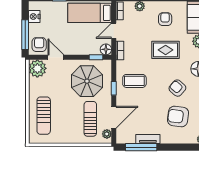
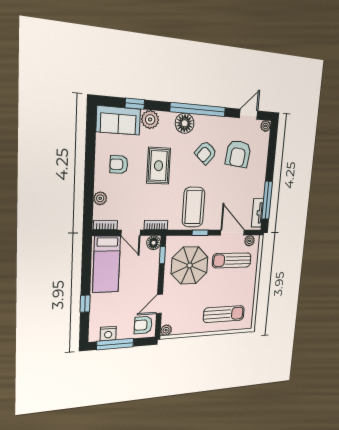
window: (25, 35) -> (115, 344), moved
plant: (37, 68) -> (166, 330), width x0.53, depth x0.53
coffee table: (134, 81) -> (193, 207), width x1.36, depth x1.32
tv unit: (148, 139) -> (257, 213), moved

